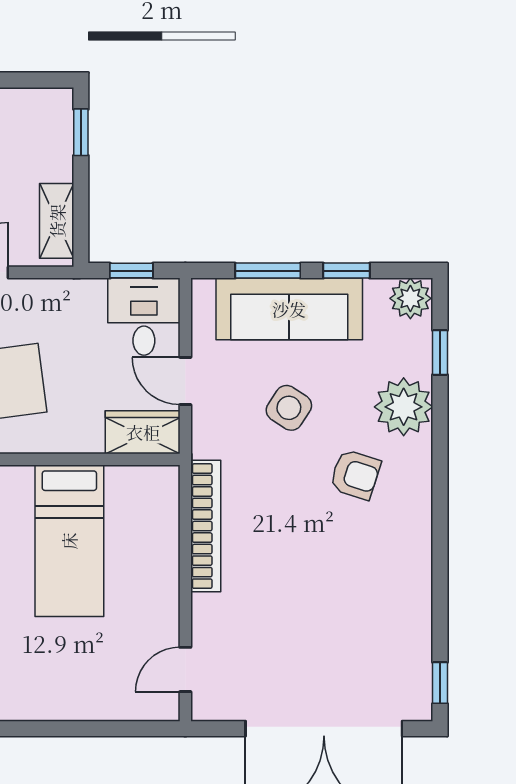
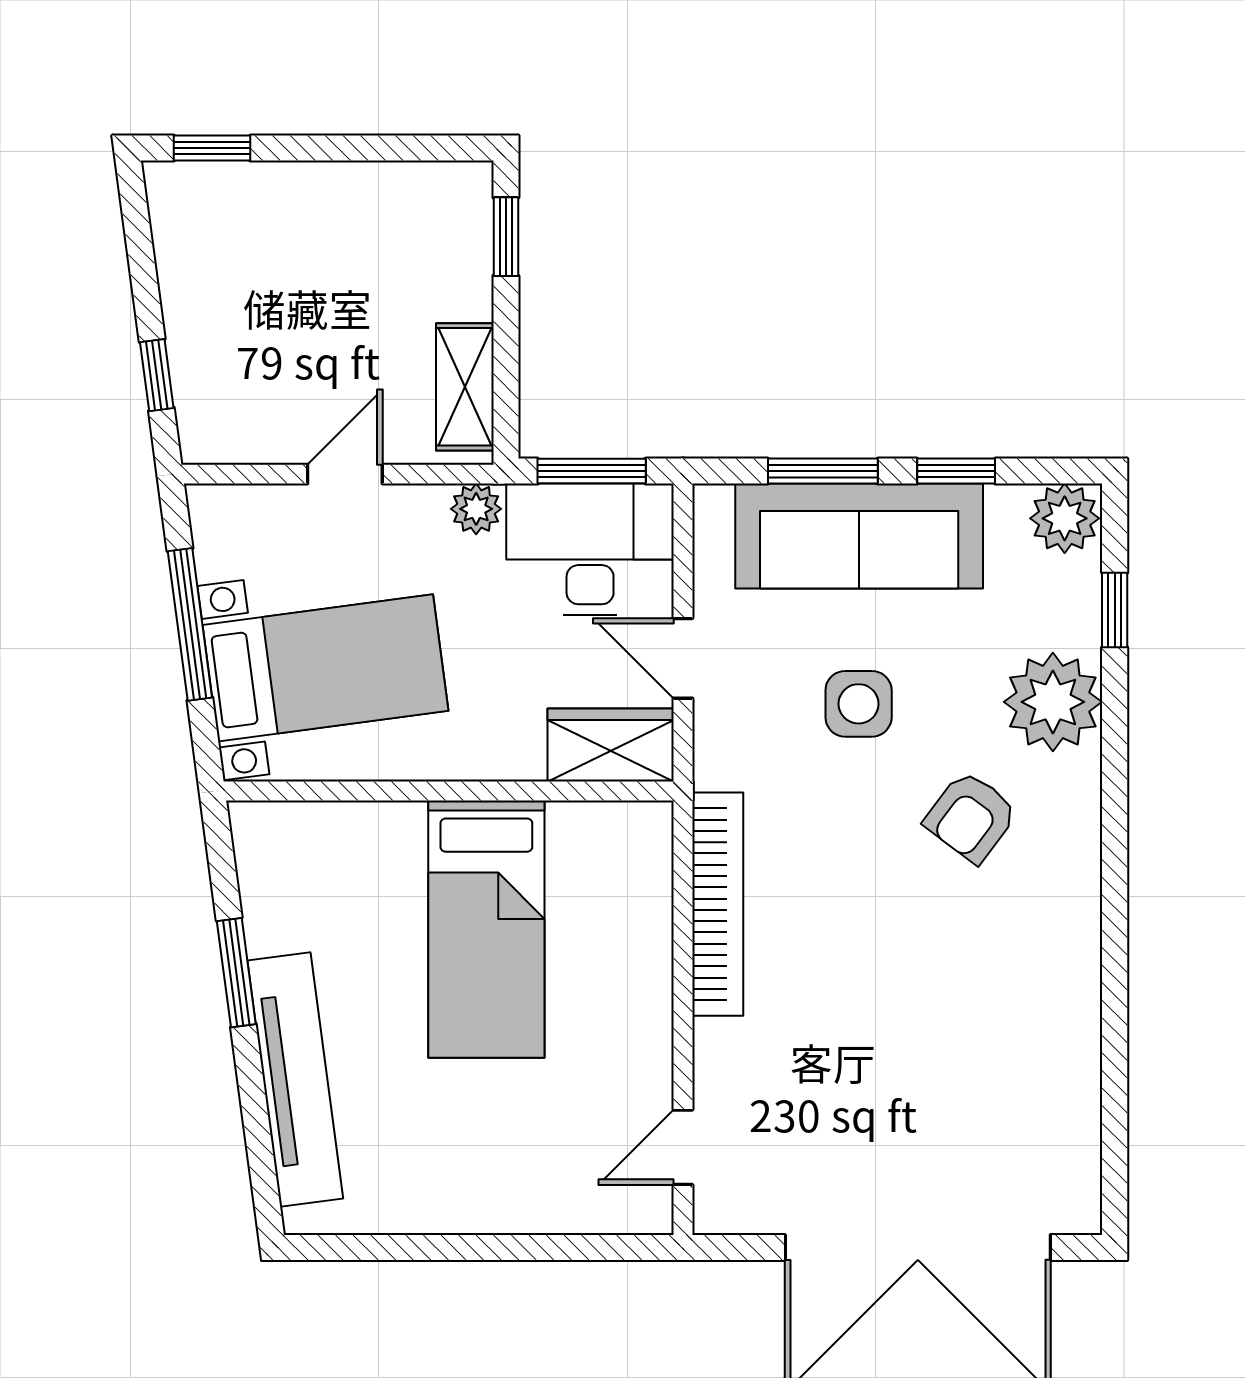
window: (131, 271) -> (592, 471), width x1.50
plant: (63, 293) -> (476, 509), added
desk: (144, 317) -> (590, 549), width x1.37
side table: (289, 408) -> (859, 704), turned -33
armchair: (355, 475) -> (971, 817), turned 109
window: (440, 683) -> (1115, 1170), removed

